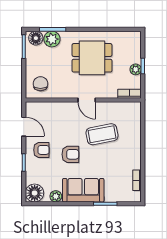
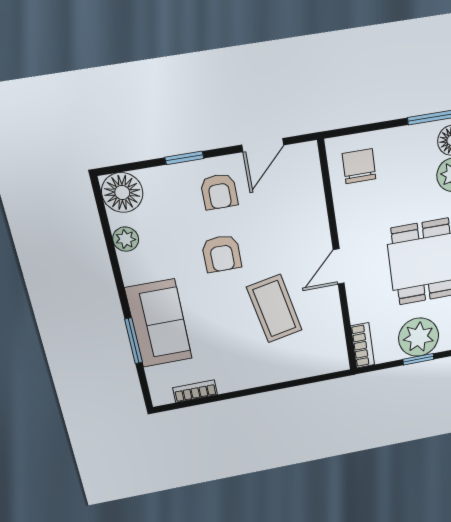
plant: (136, 69) -> (419, 337), width x1.88, depth x1.88
chair: (40, 84) -> (359, 166), turned -90
sofa: (83, 190) -> (159, 323), moved

